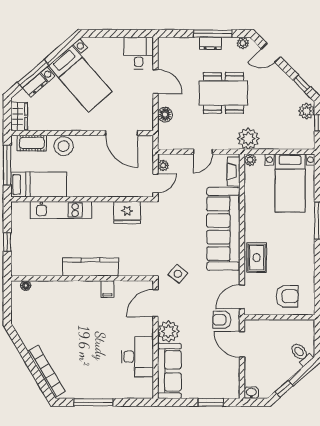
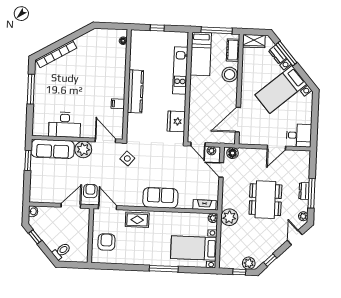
floor lamp: (165, 115) -> (233, 153), moved
door: (203, 152) -> (221, 170), moved
sofa: (223, 229) -> (160, 198), width x0.54, depth x0.79
armchair: (287, 296) -> (106, 242), turned 180
window: (211, 402) -> (28, 160), moved

